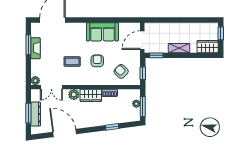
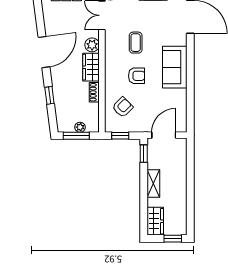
sofa: (102, 32) -> (175, 67), moved
door: (142, 40) -> (164, 135), hinge flipped
door: (65, 133) -> (44, 52), moved

